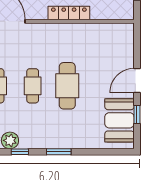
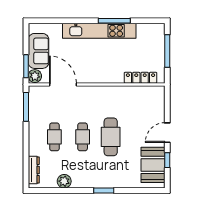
locker: (69, 13) -> (140, 78), moved
window: (20, 152) -> (72, 190), removed

